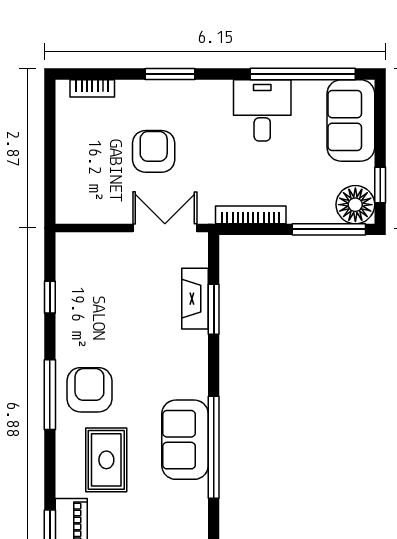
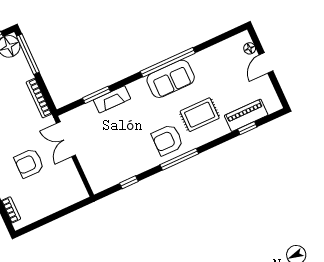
fireplace: (195, 299) -> (112, 99), moved

